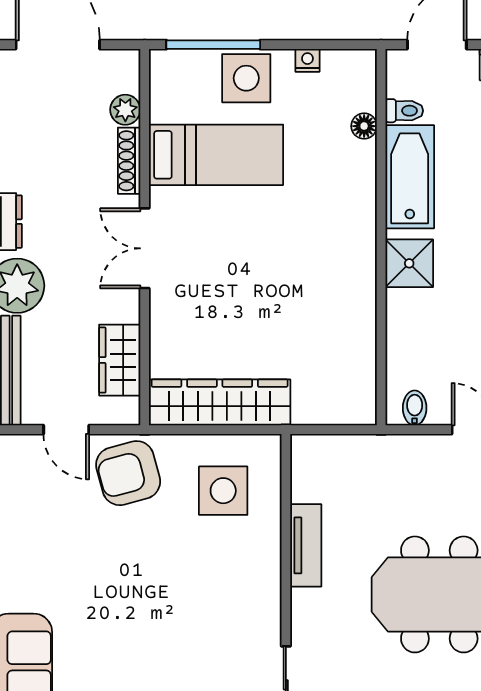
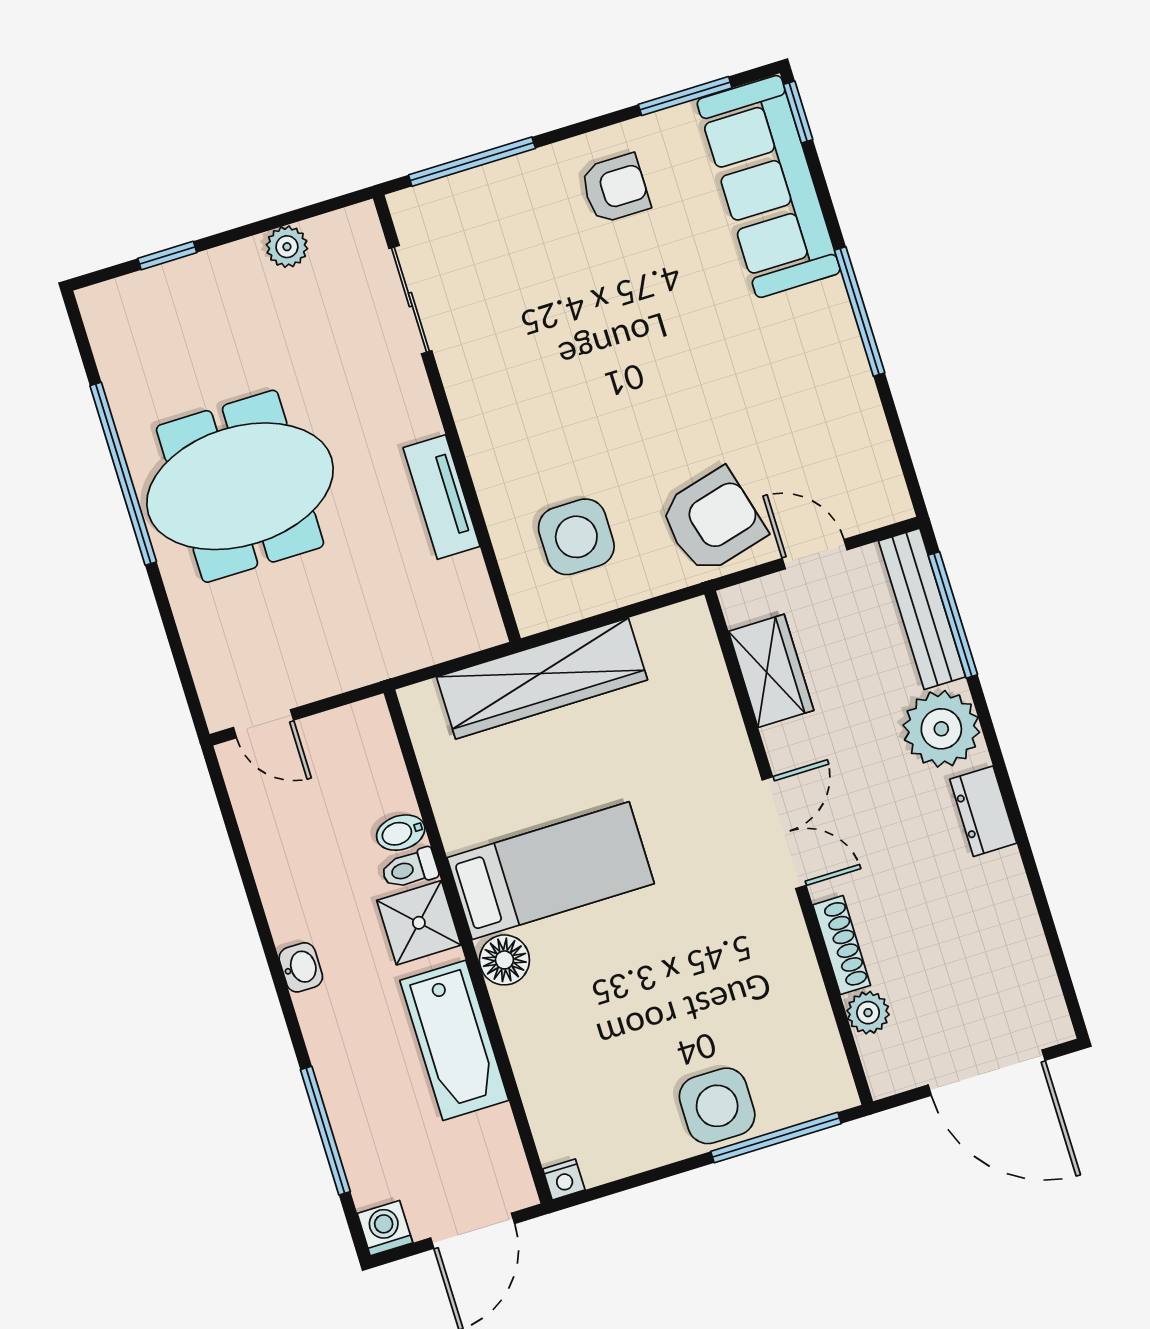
nightstand: (307, 60) -> (564, 1179), moved
toilet: (404, 111) -> (410, 869), moved
floor lamp: (364, 126) -> (504, 960), moved, width x1.37, depth x1.37
bed: (216, 155) -> (551, 871), moved, turned 180
wardrobe: (220, 402) -> (542, 678), moved
bidet: (415, 408) -> (401, 833), moved, turned 90

